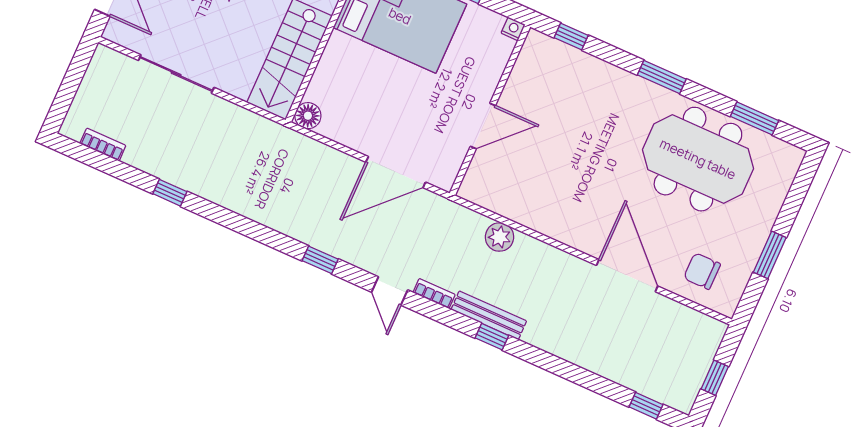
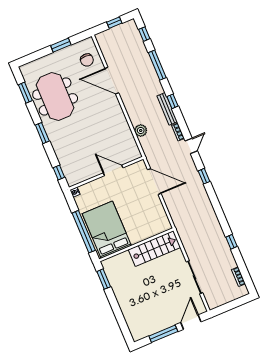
floor lamp: (308, 116) -> (165, 225), removed
door: (627, 276) -> (112, 81), hinge flipped
window: (575, 374) -> (157, 65), added

